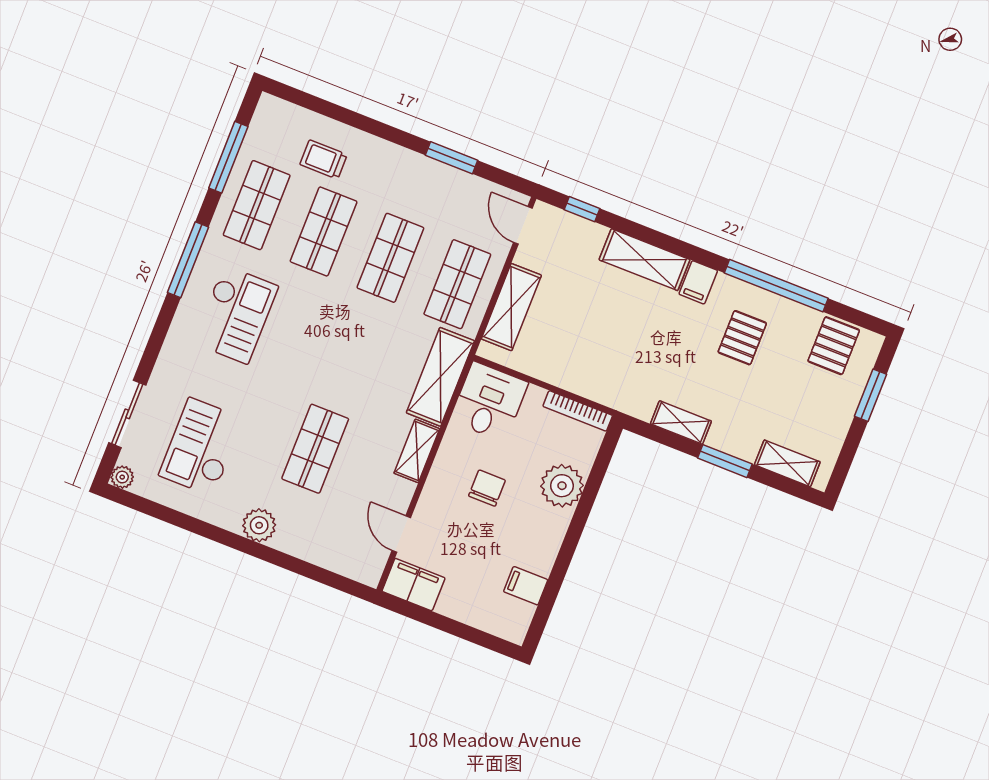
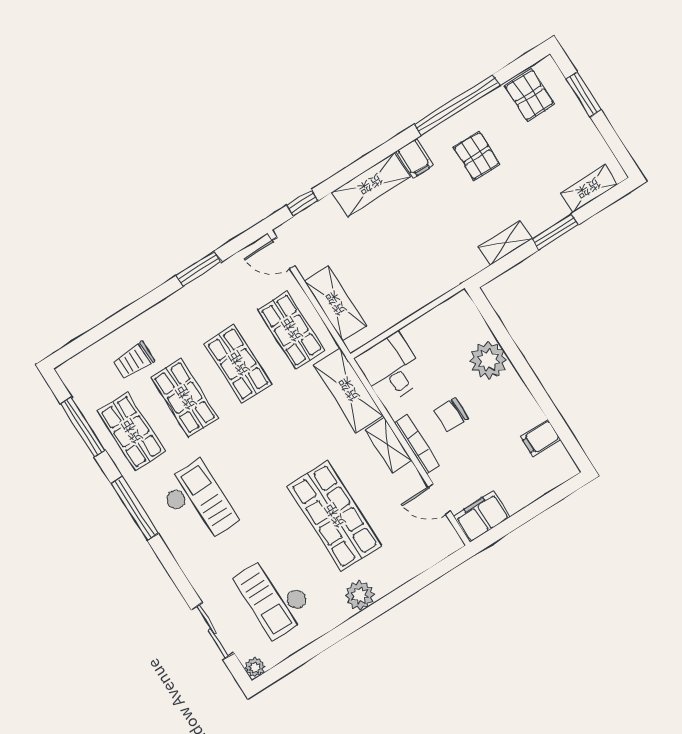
bookcase: (578, 411) -> (417, 444), moved, turned -90
shop shelf: (315, 449) -> (334, 516), width x1.43, depth x1.36
chair: (487, 488) -> (451, 415), turned -90

